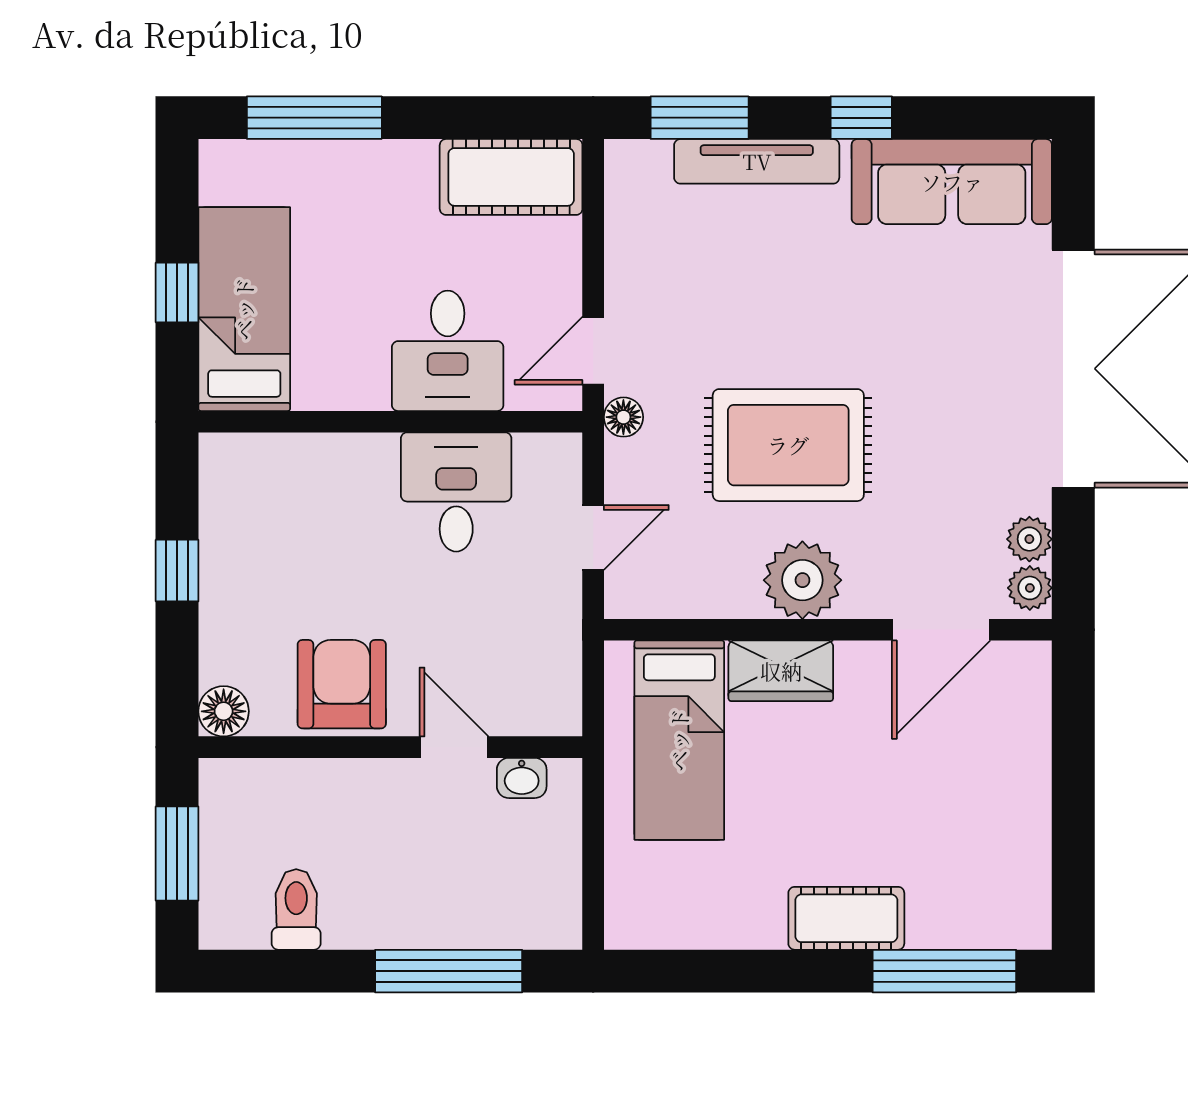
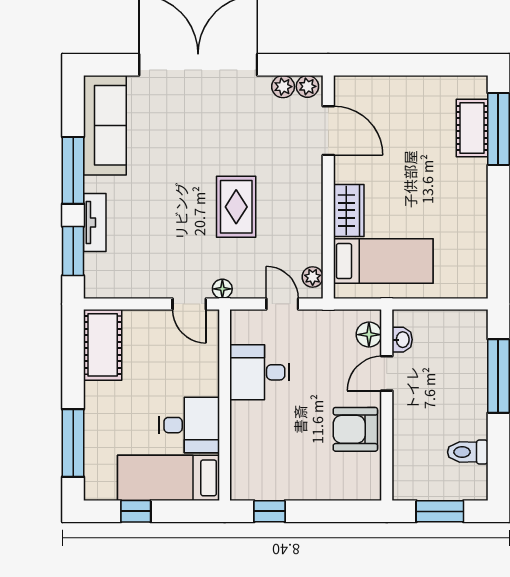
window: (861, 118) -> (73, 170), width x2.17
tv unit: (757, 161) -> (95, 223), width x0.71
window: (177, 292) -> (136, 511), moved
desk: (448, 351) -> (189, 425), moved
rug: (788, 445) -> (236, 207), width x0.73, depth x0.70
window: (177, 571) -> (269, 511), moved
plant: (802, 580) -> (313, 277), moved, width x0.53, depth x0.53
floor lamp: (224, 711) -> (369, 335), moved
cot: (846, 918) -> (472, 128), moved

